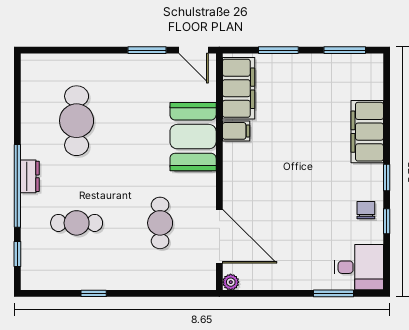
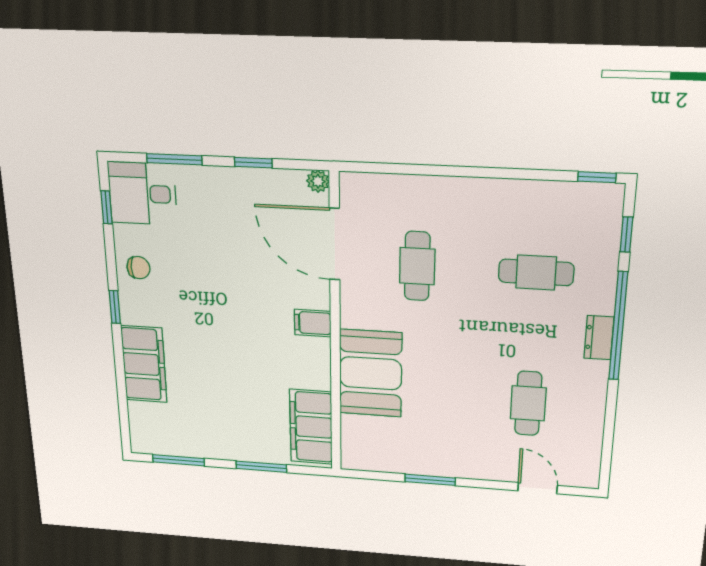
door: (194, 50) -> (538, 488), moved
cafe table: (77, 121) -> (528, 403), width x0.73, depth x0.74
filing cabinet: (236, 131) -> (313, 323), moved
chair: (366, 210) -> (138, 268), turned -90
window: (387, 221) -> (106, 207), moved
window: (94, 293) -> (597, 177), moved
window: (277, 293) -> (253, 163), added

